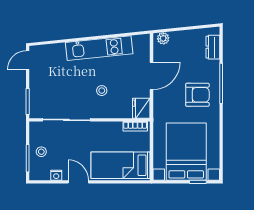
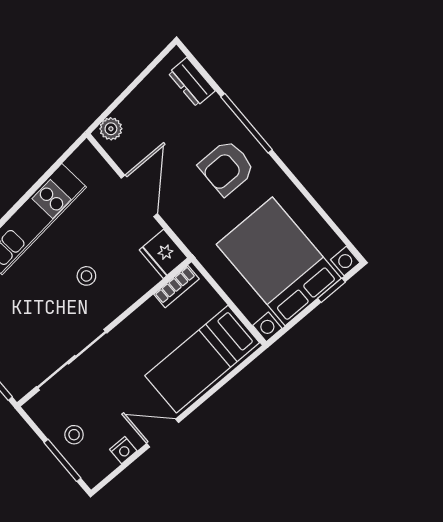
armchair: (197, 95) -> (227, 168), turned 180

